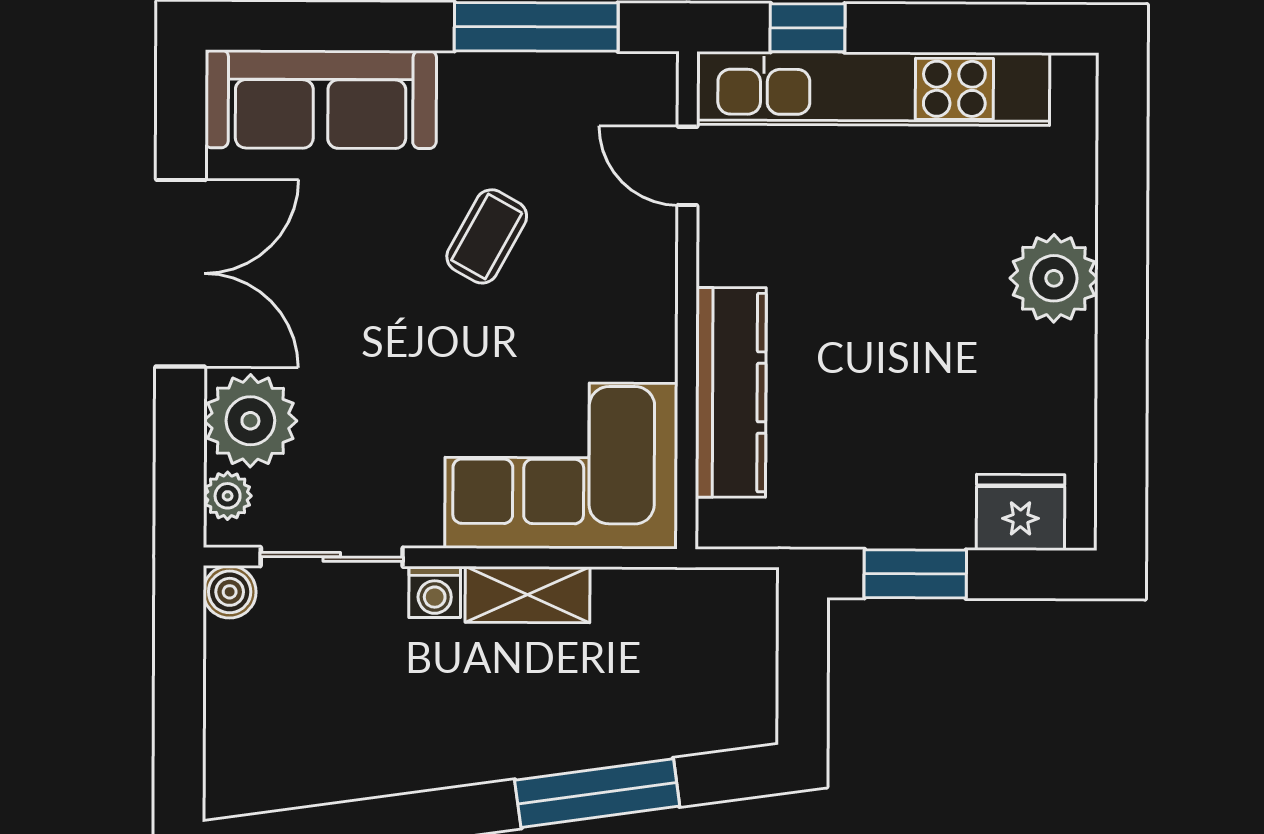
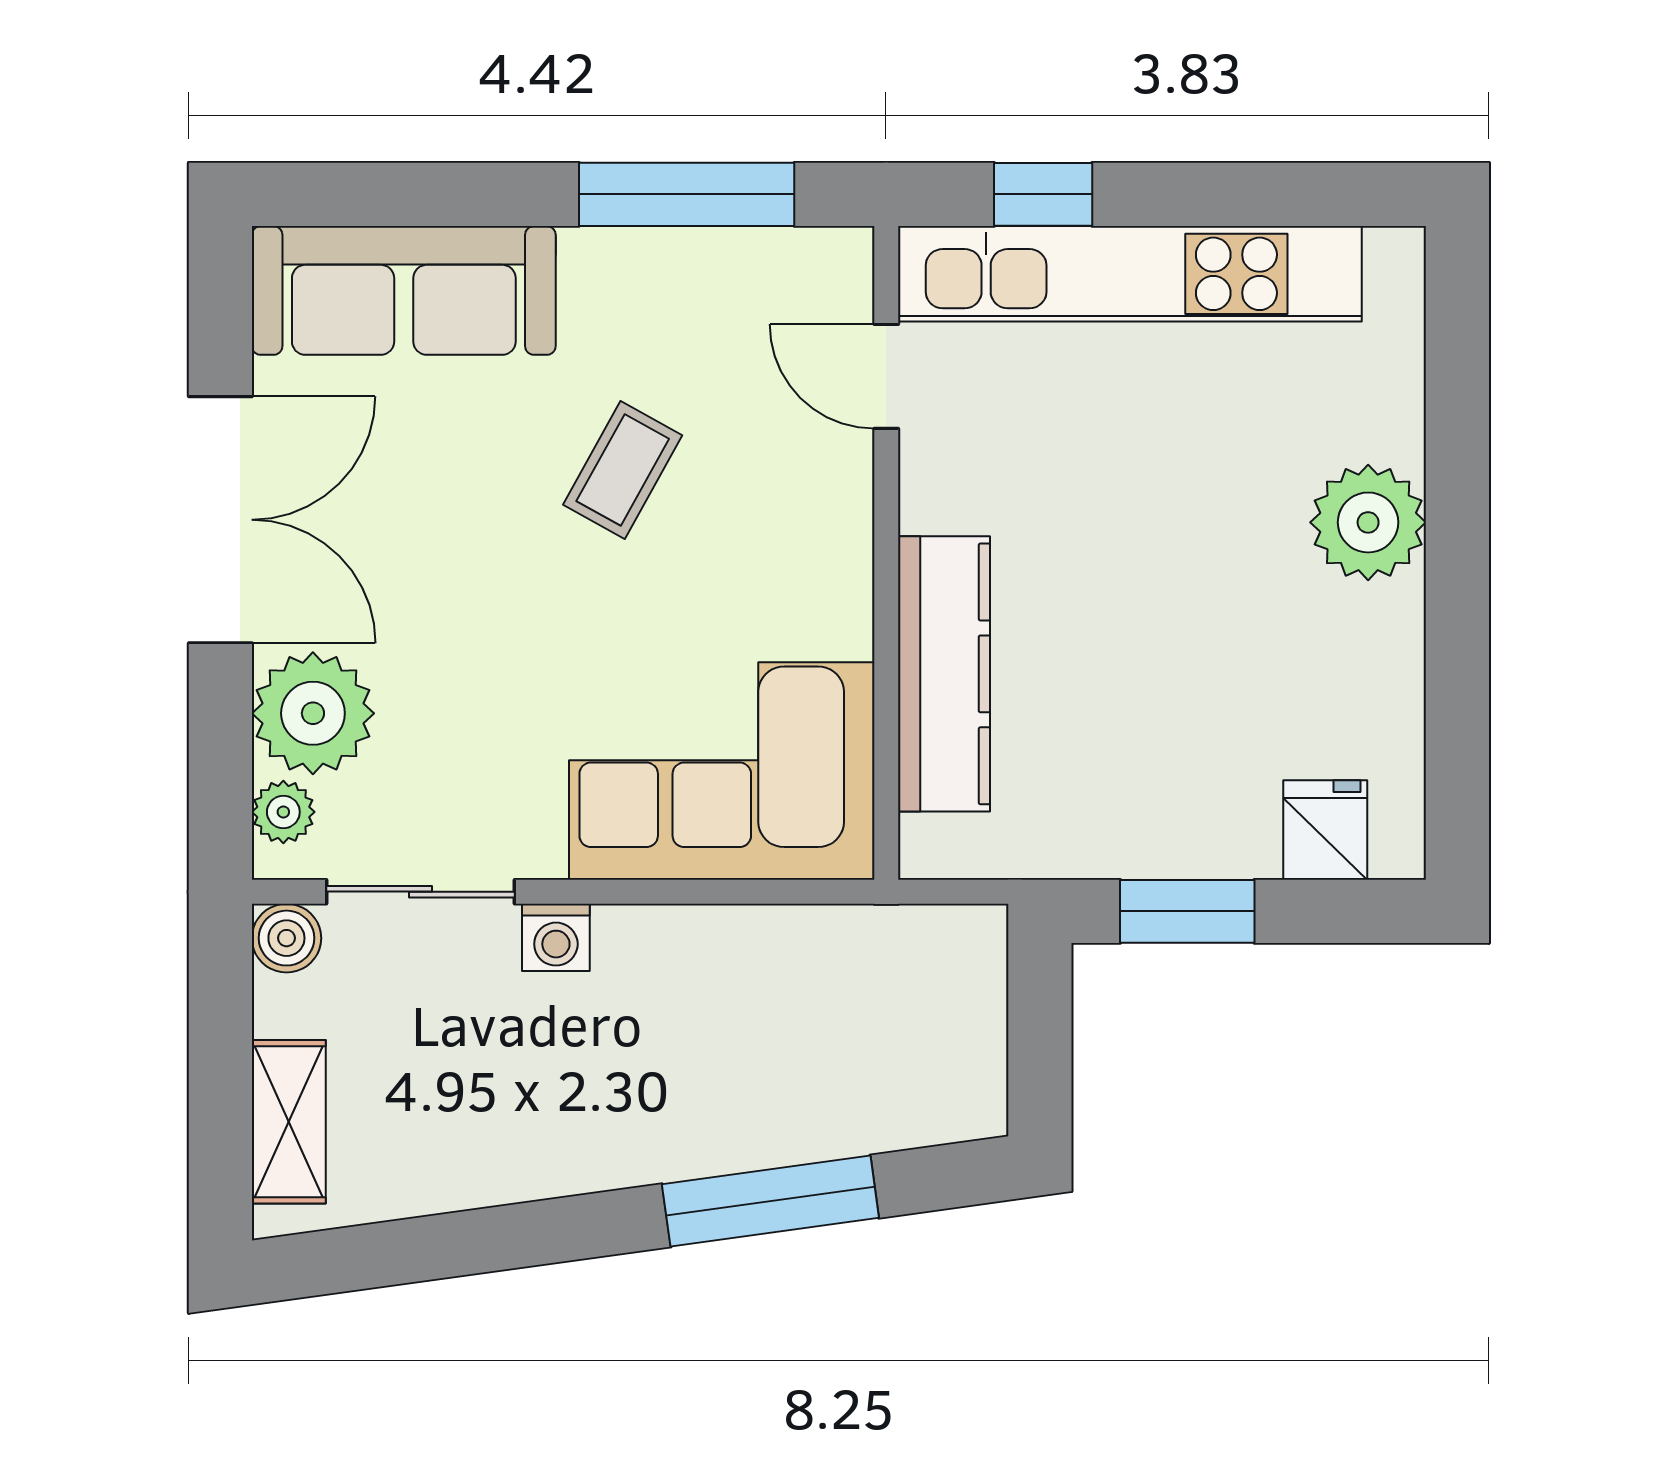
fridge: (1021, 512) -> (1325, 830), width x0.72
shelving: (527, 595) -> (289, 1122), moved, turned 90

